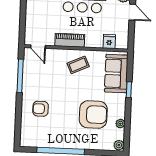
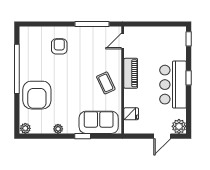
armchair: (93, 115) -> (37, 95), moved
plant: (120, 124) -> (58, 129), moved

